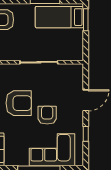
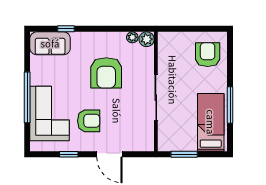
window: (86, 20) -> (184, 154), moved
armchair: (47, 115) -> (89, 121), moved

